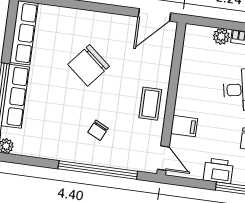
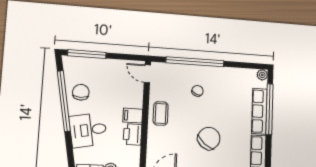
filing cabinet: (184, 126) -> (133, 116), moved
printer: (218, 171) -> (133, 134), moved, turned 90

